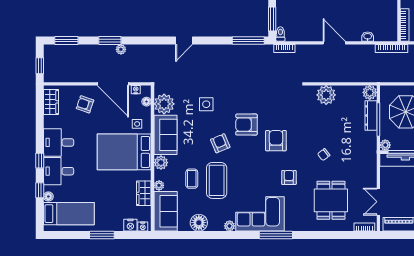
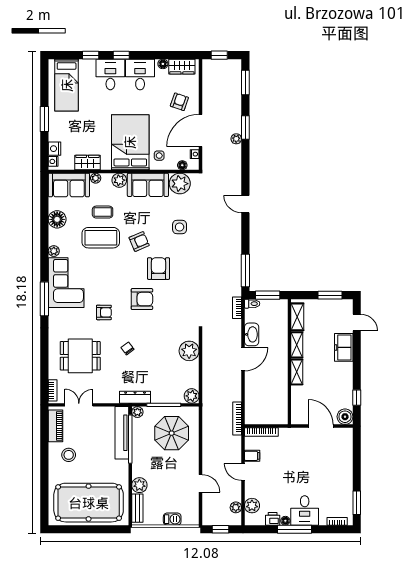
washbasin: (368, 37) -> (252, 334), moved, width x1.91, depth x1.45
dresser: (371, 116) -> (135, 397), moved
floor lamp: (48, 196) -> (163, 64), moved

